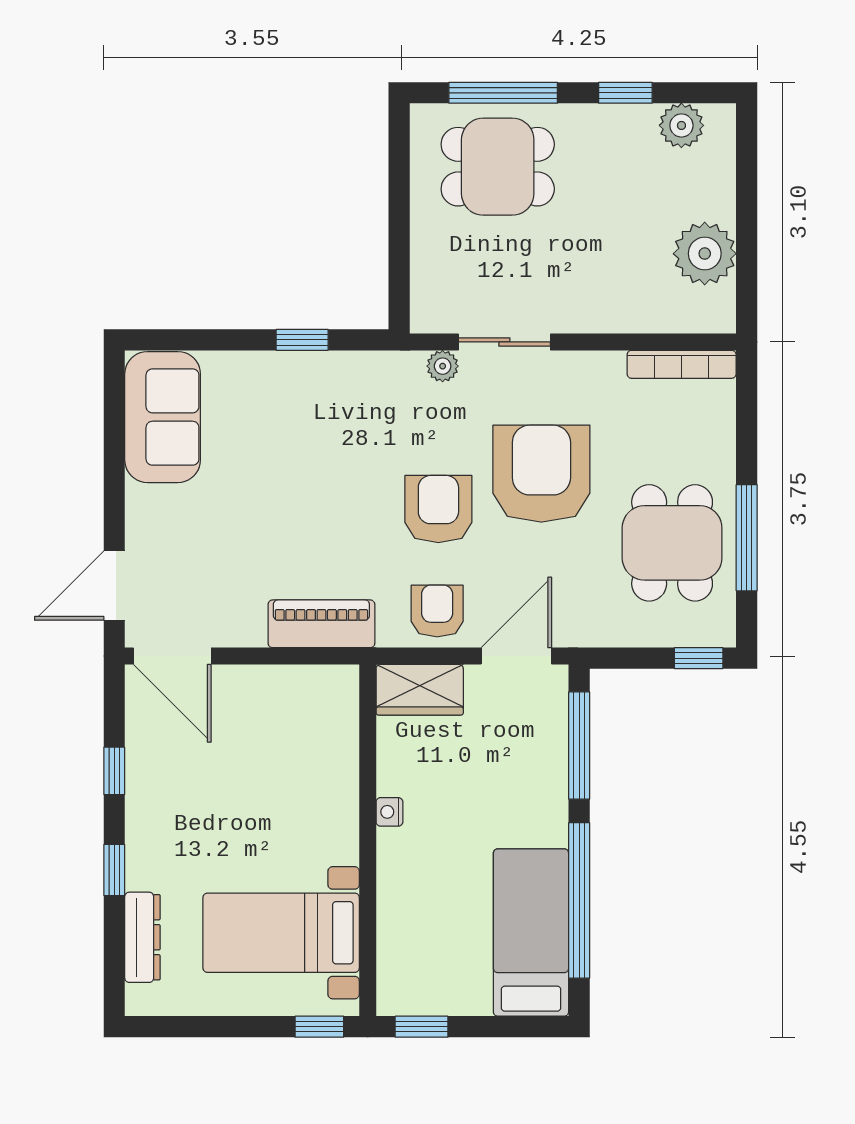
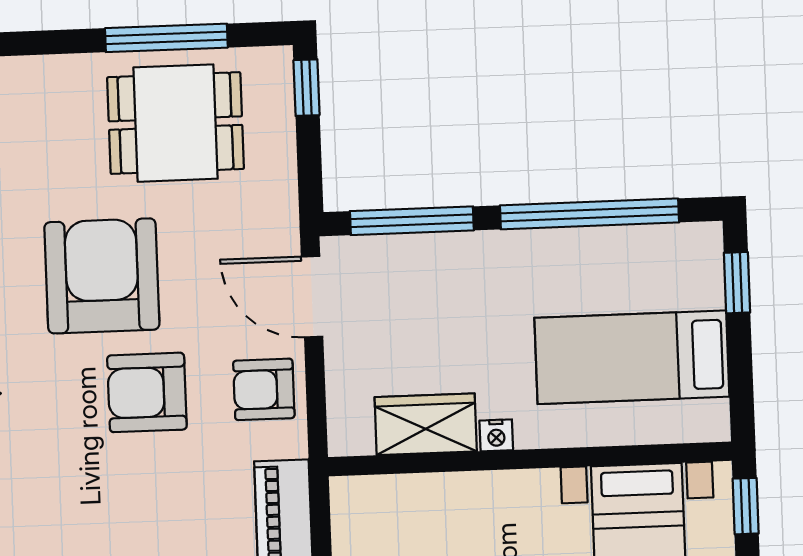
armchair: (541, 474) -> (102, 276), turned 90
wardrobe: (420, 690) -> (426, 424), moved, turned -90
bed: (531, 933) -> (632, 357), moved
window: (422, 1027) -> (737, 283), moved

